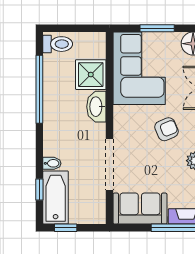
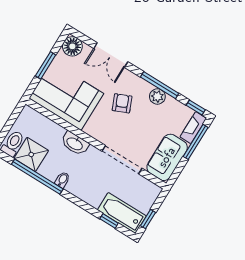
shower: (91, 75) -> (31, 154), moved
bidet: (52, 163) -> (62, 180), moved

